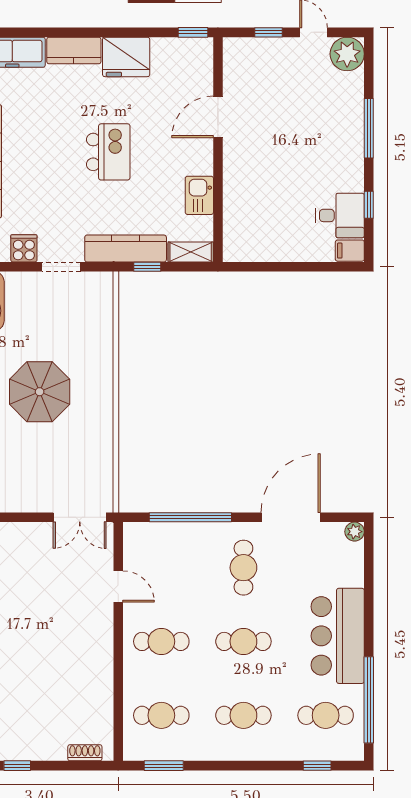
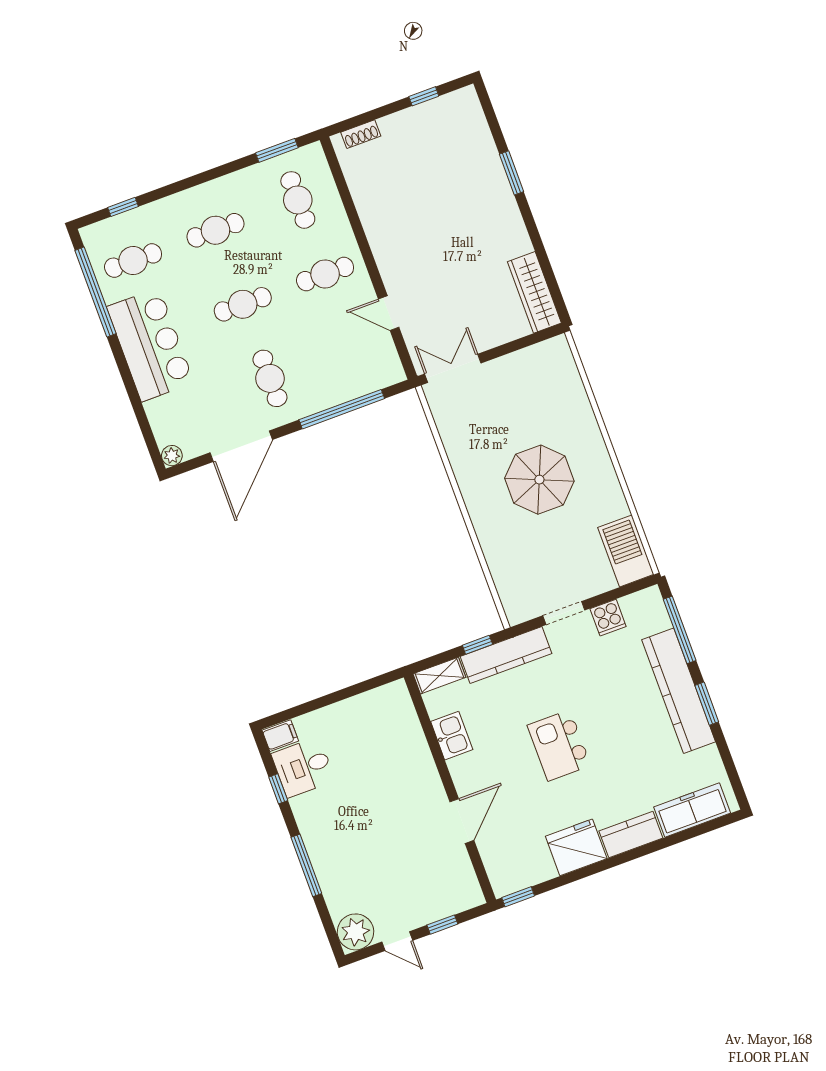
cafe table: (161, 715) -> (298, 200), turned 90

